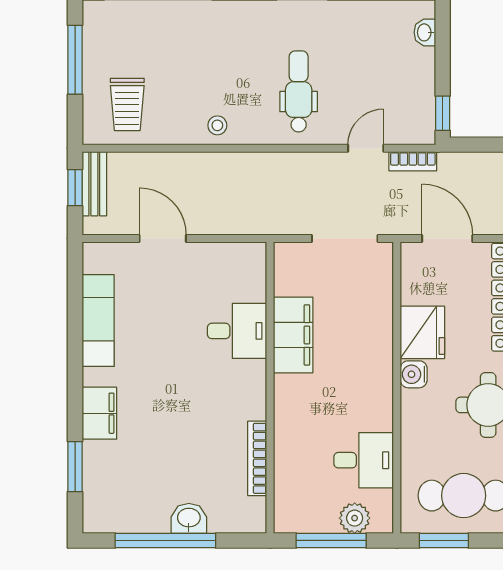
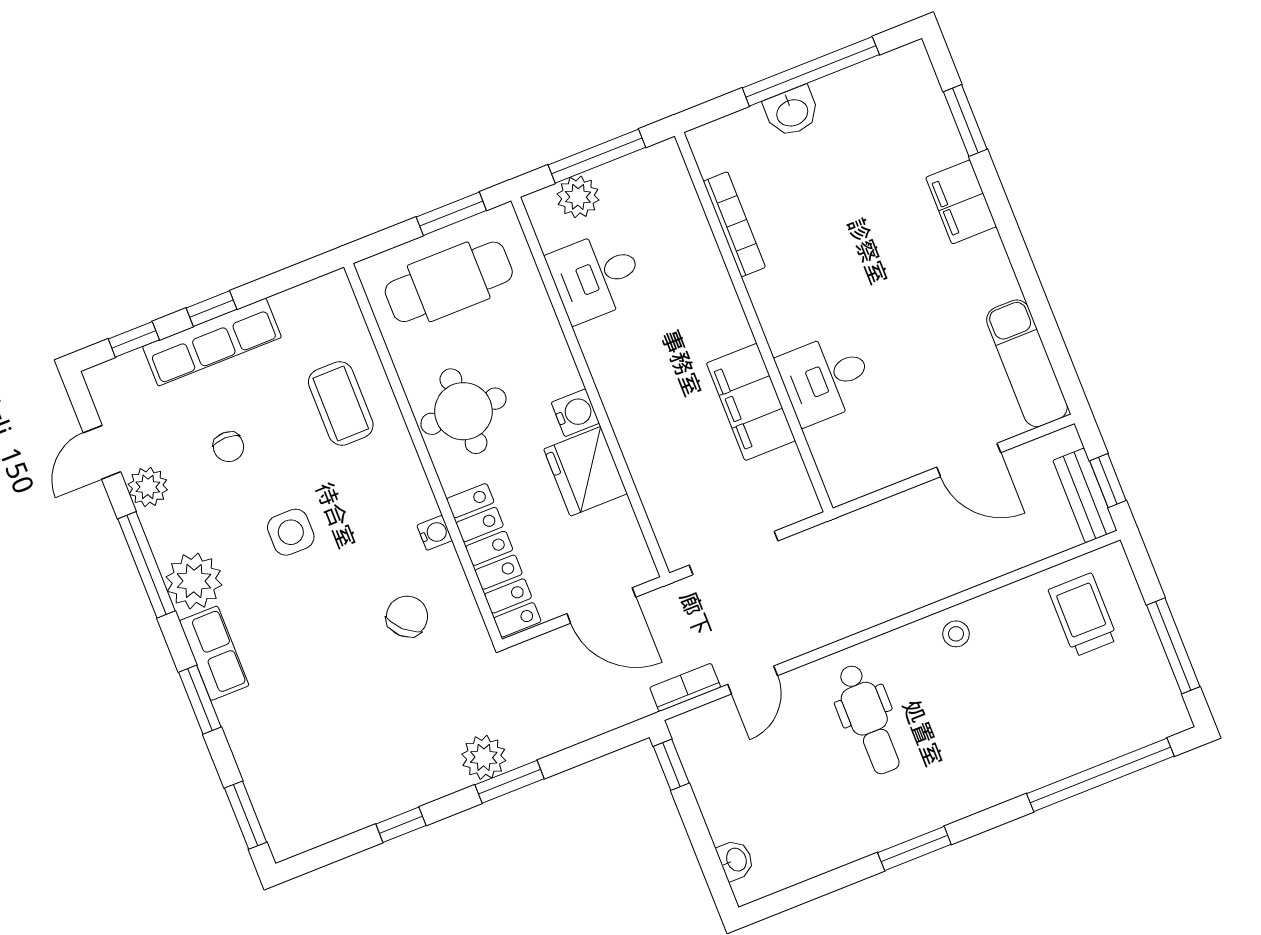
exam couch: (98, 321) -> (1027, 363), moved

